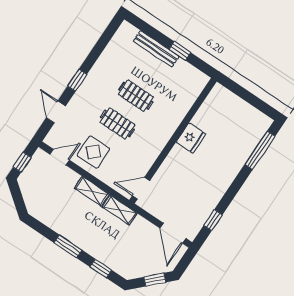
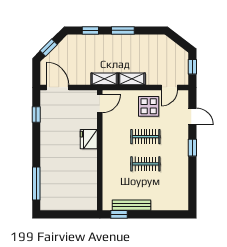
bench: (156, 49) -> (132, 205), moved
window: (180, 51) -> (119, 214), moved
fridge: (191, 138) -> (89, 139), moved

